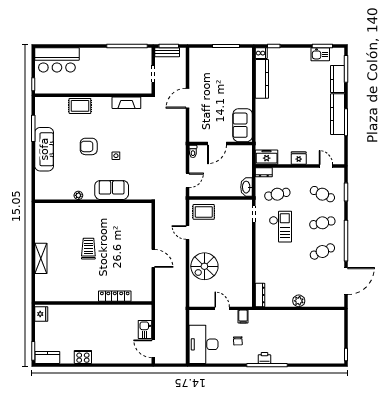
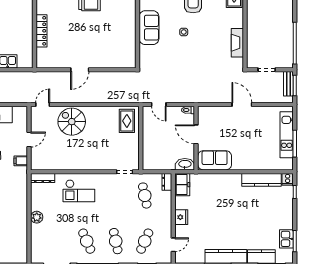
kitchen unit: (217, 54) -> (287, 135), added
washbasin: (246, 187) -> (185, 164), moved
checkout: (280, 227) -> (79, 191), moved
door: (187, 233) -> (43, 104), moved

